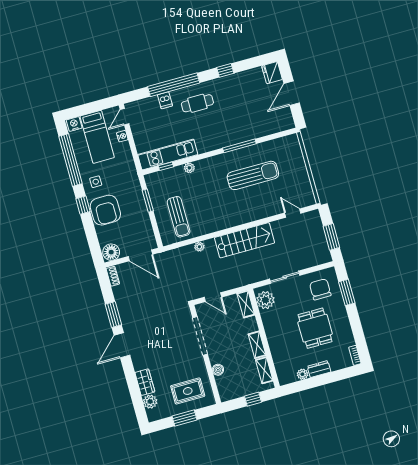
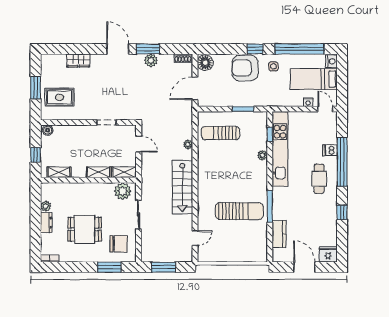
kitchen counter: (265, 129) -> (279, 234), added
kitchen unit: (168, 154) -> (280, 149), width x1.36
sun lounger: (253, 175) -> (239, 211), turned -90
door: (213, 297) -> (139, 144), swing flipped
doorway: (200, 336) -> (107, 122), width x0.53
shelving: (257, 345) -> (99, 172), moved
boiler: (218, 370) -> (48, 130), moved
rug: (188, 391) -> (59, 97), turned 90
plant: (150, 402) -> (151, 60), moved

